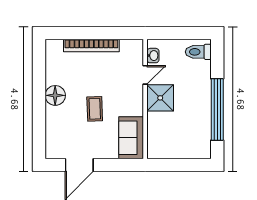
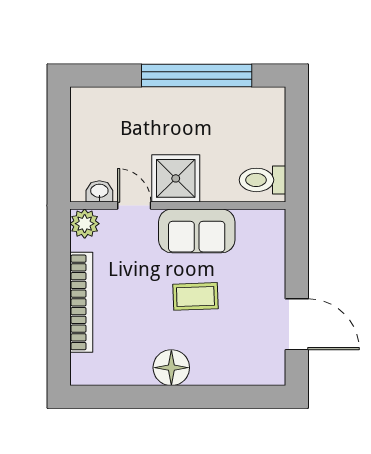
plant: (135, 47) -> (85, 224), added
toilet: (198, 52) -> (262, 180), moved, turned 90
sofa: (131, 138) -> (197, 231), moved

